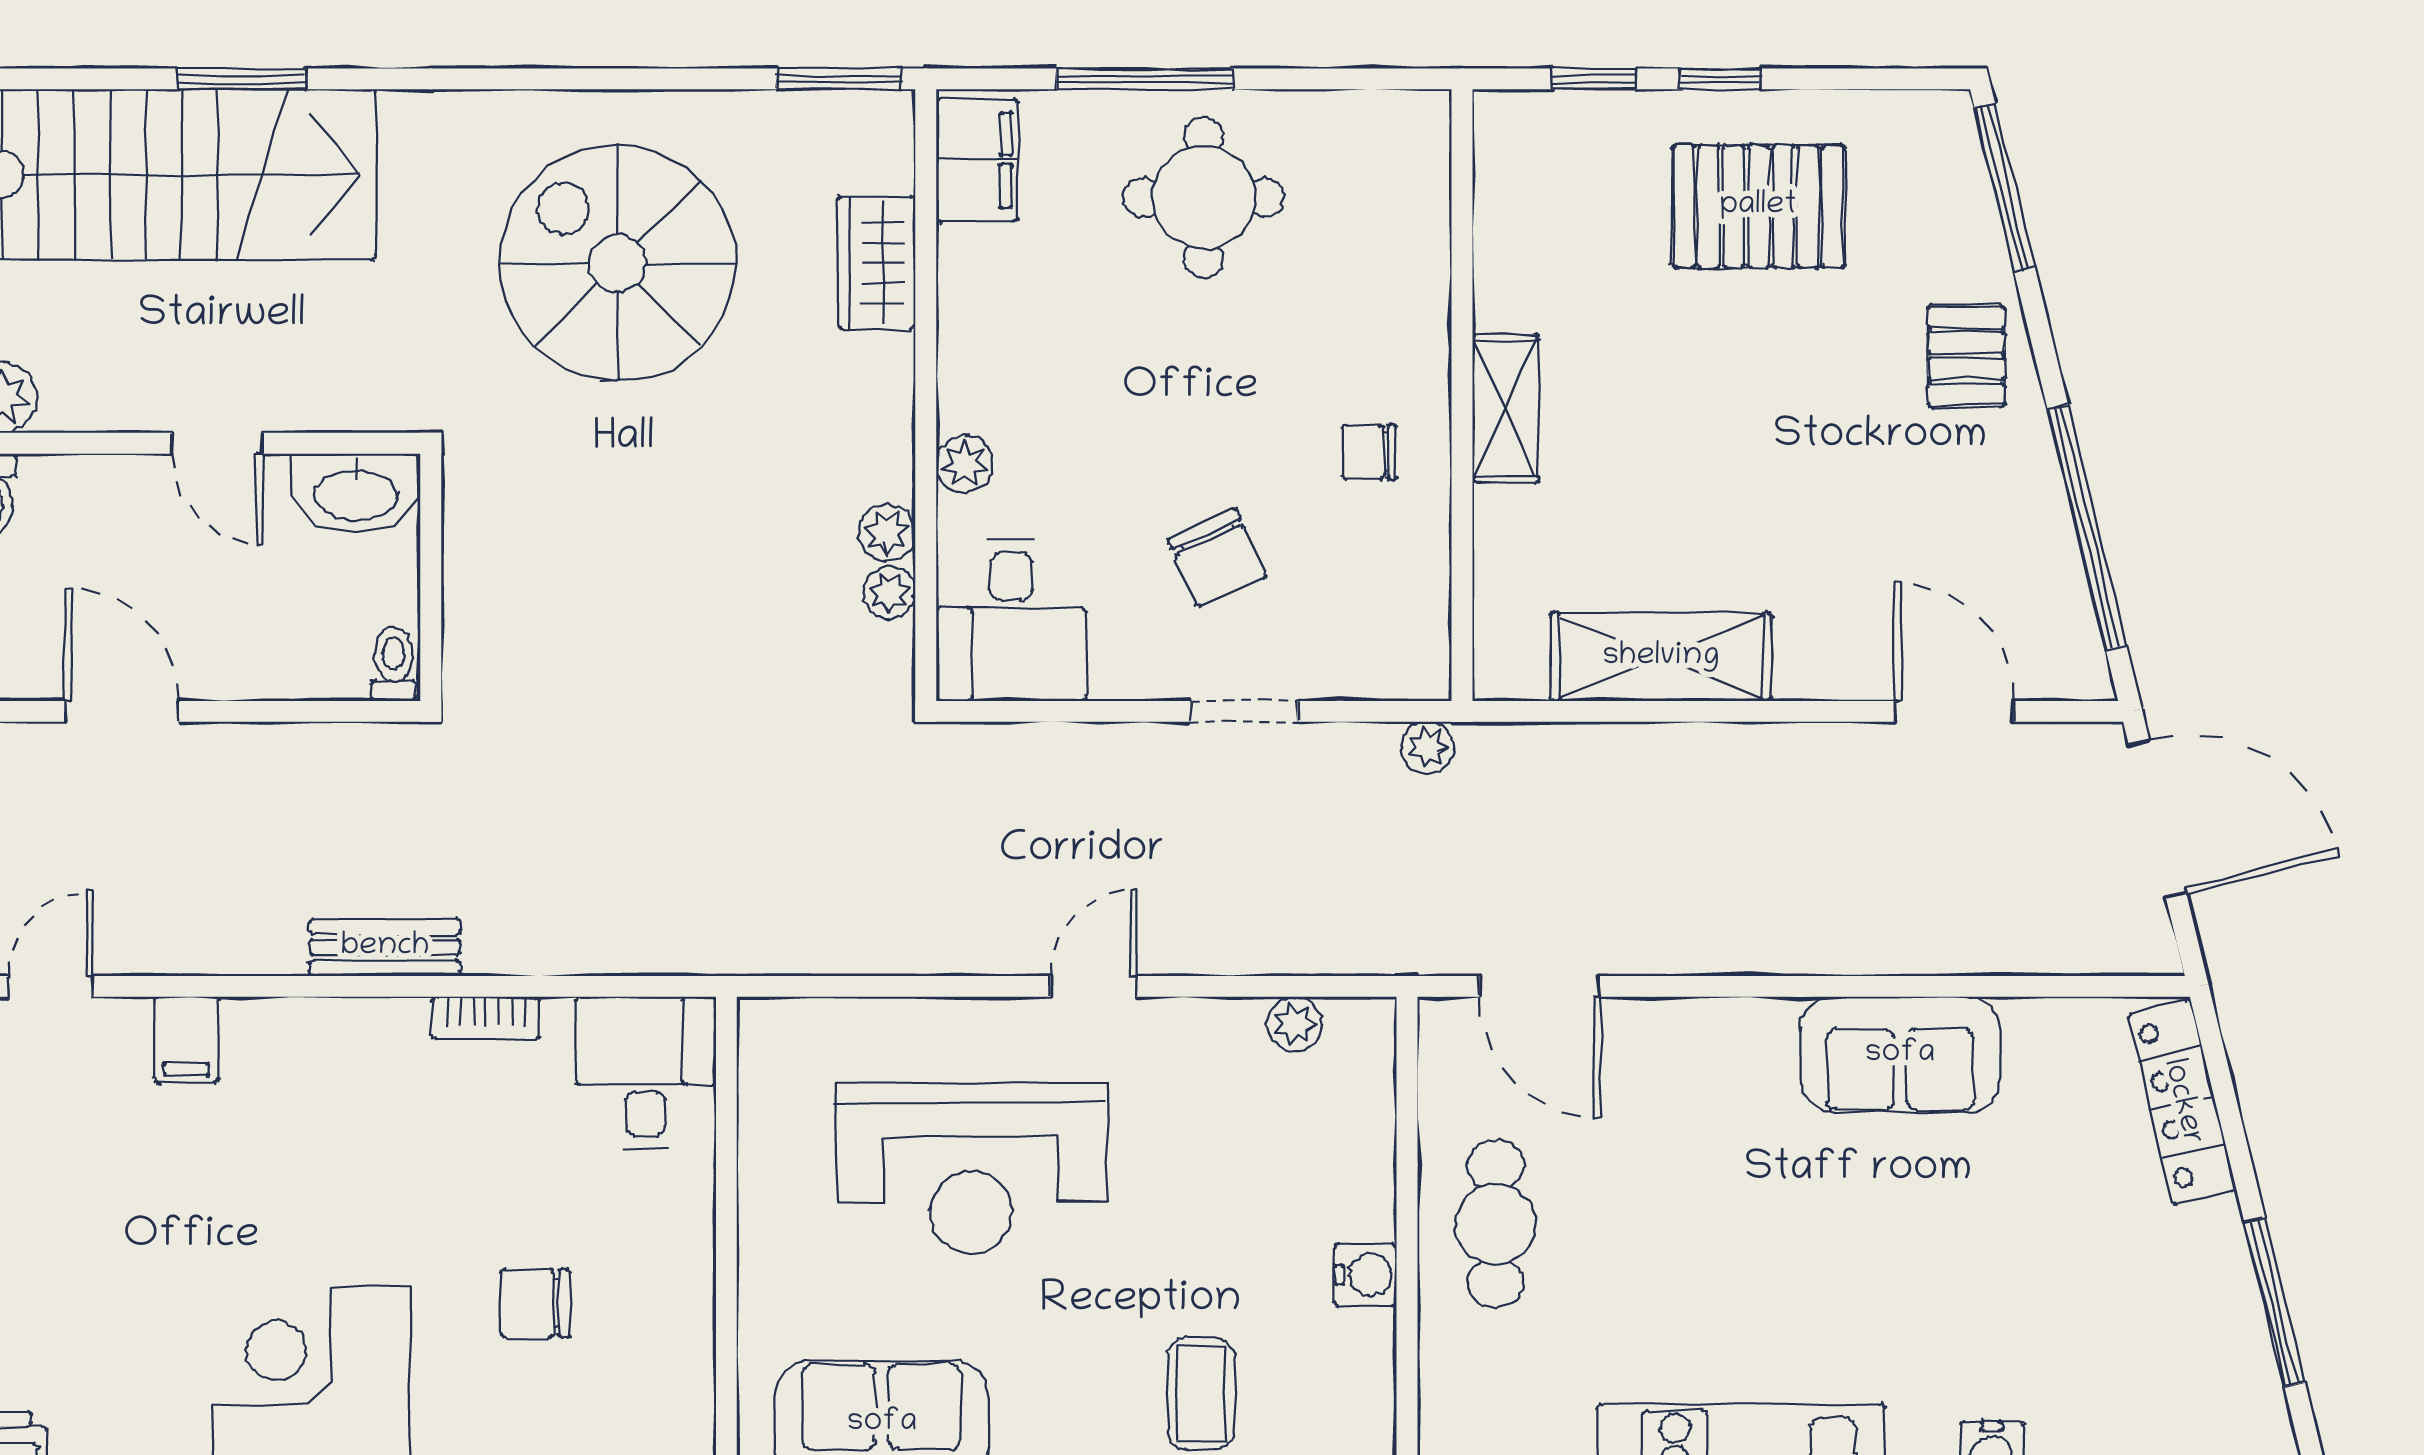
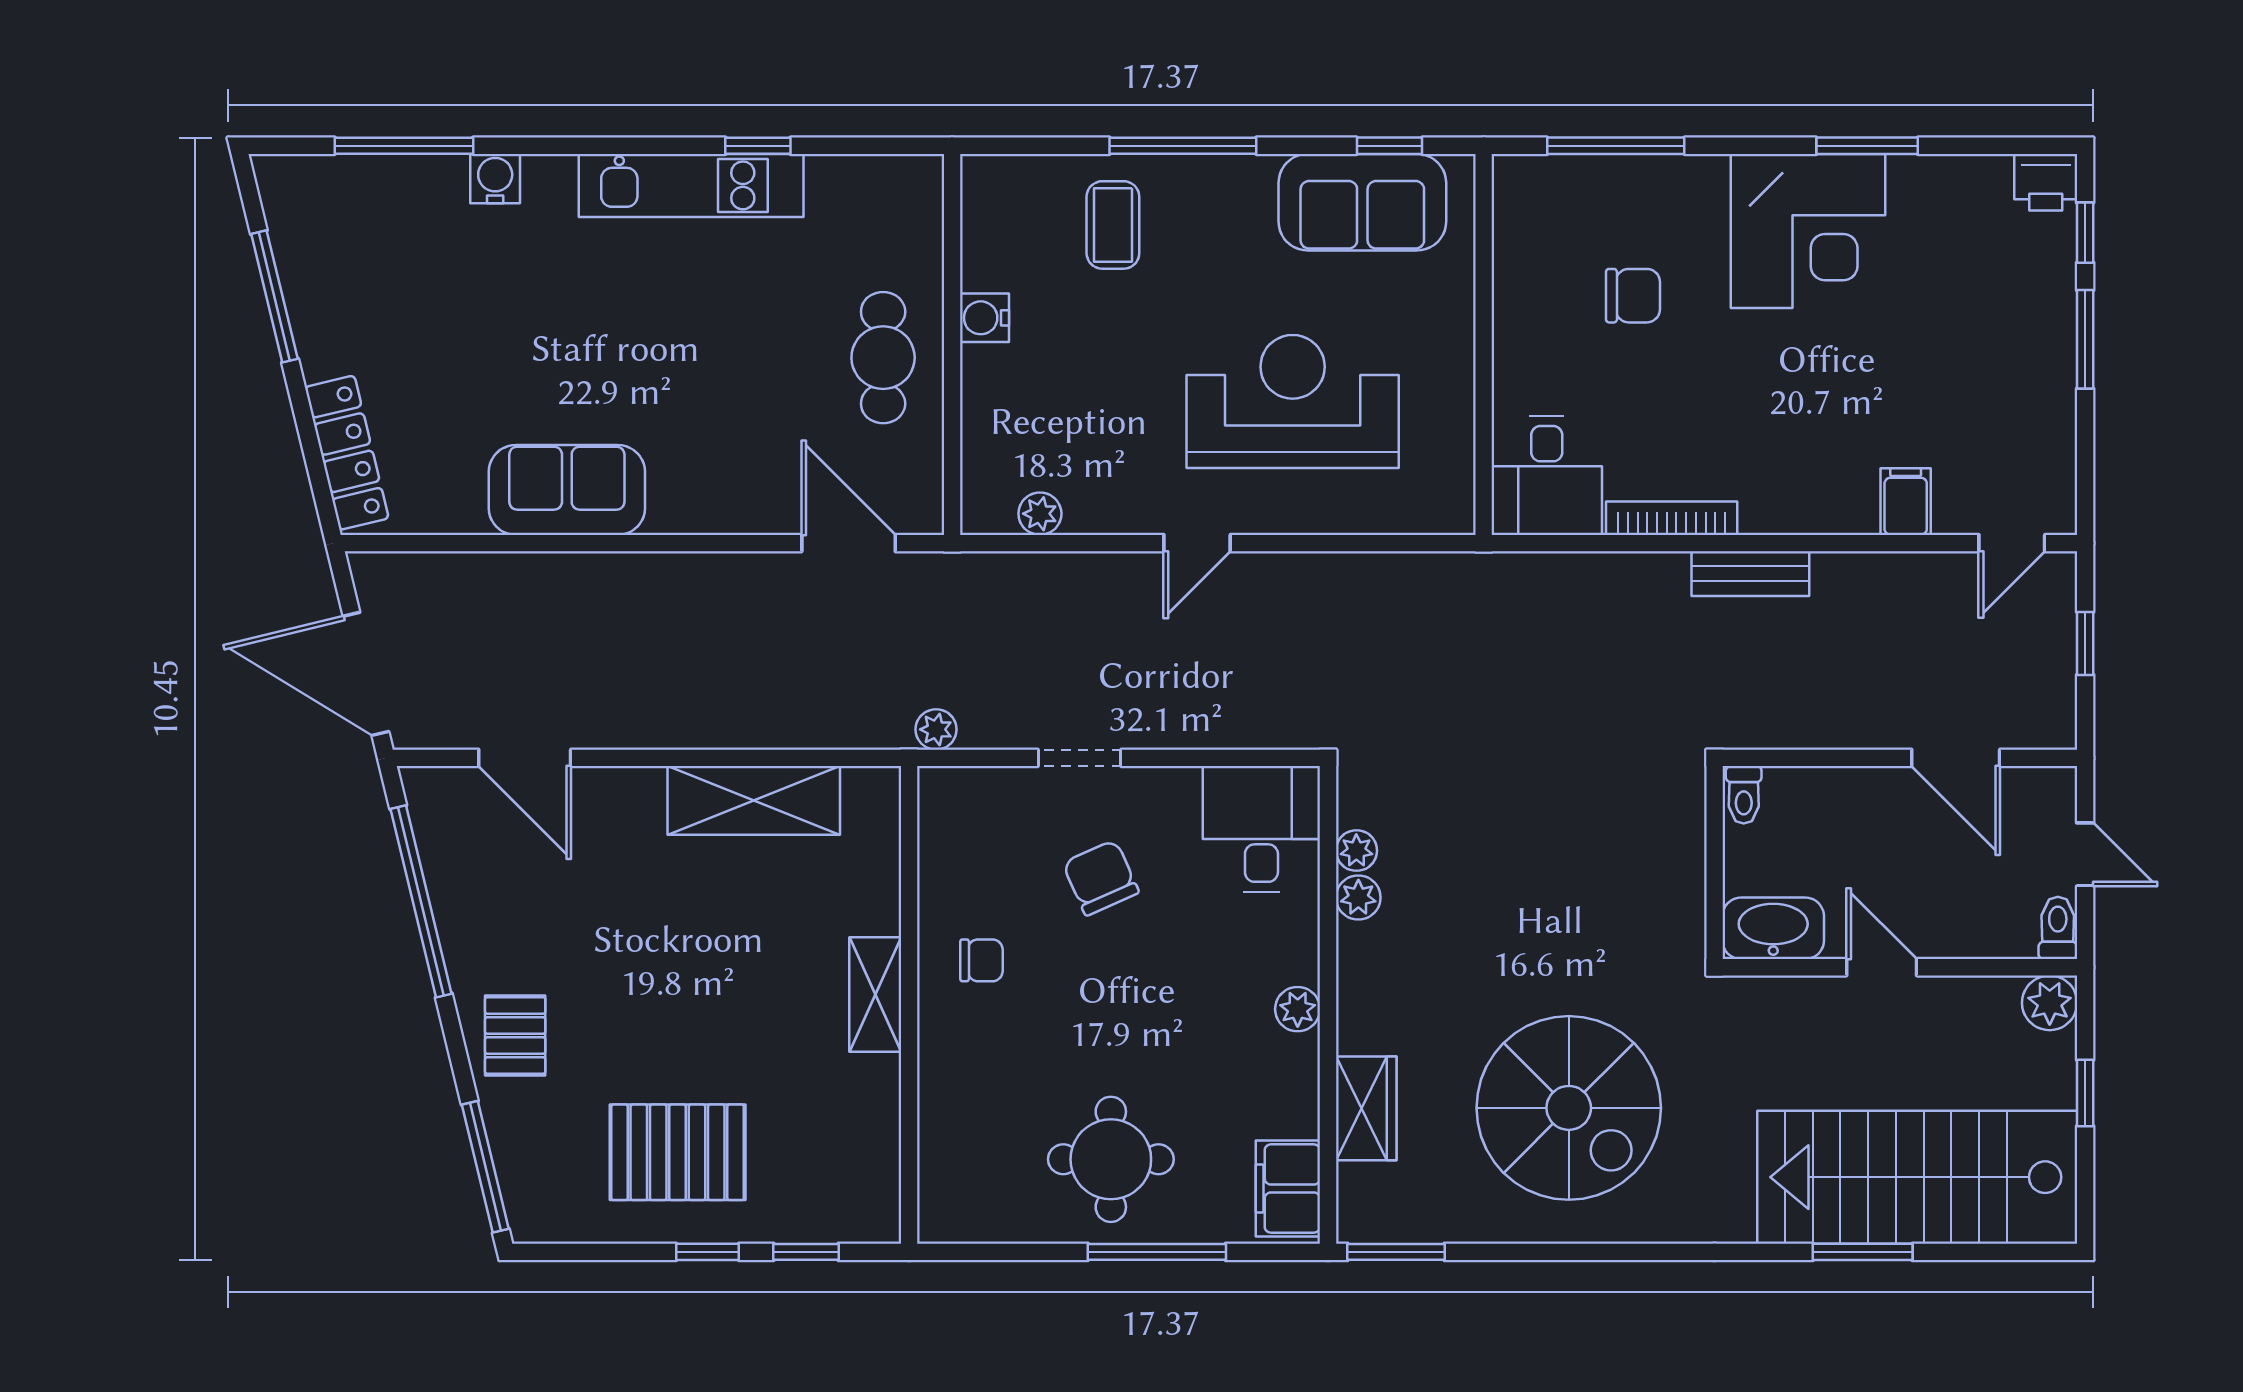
plant: (965, 464) -> (1298, 1009), moved
bookcase: (486, 1018) -> (1672, 518), width x1.56

